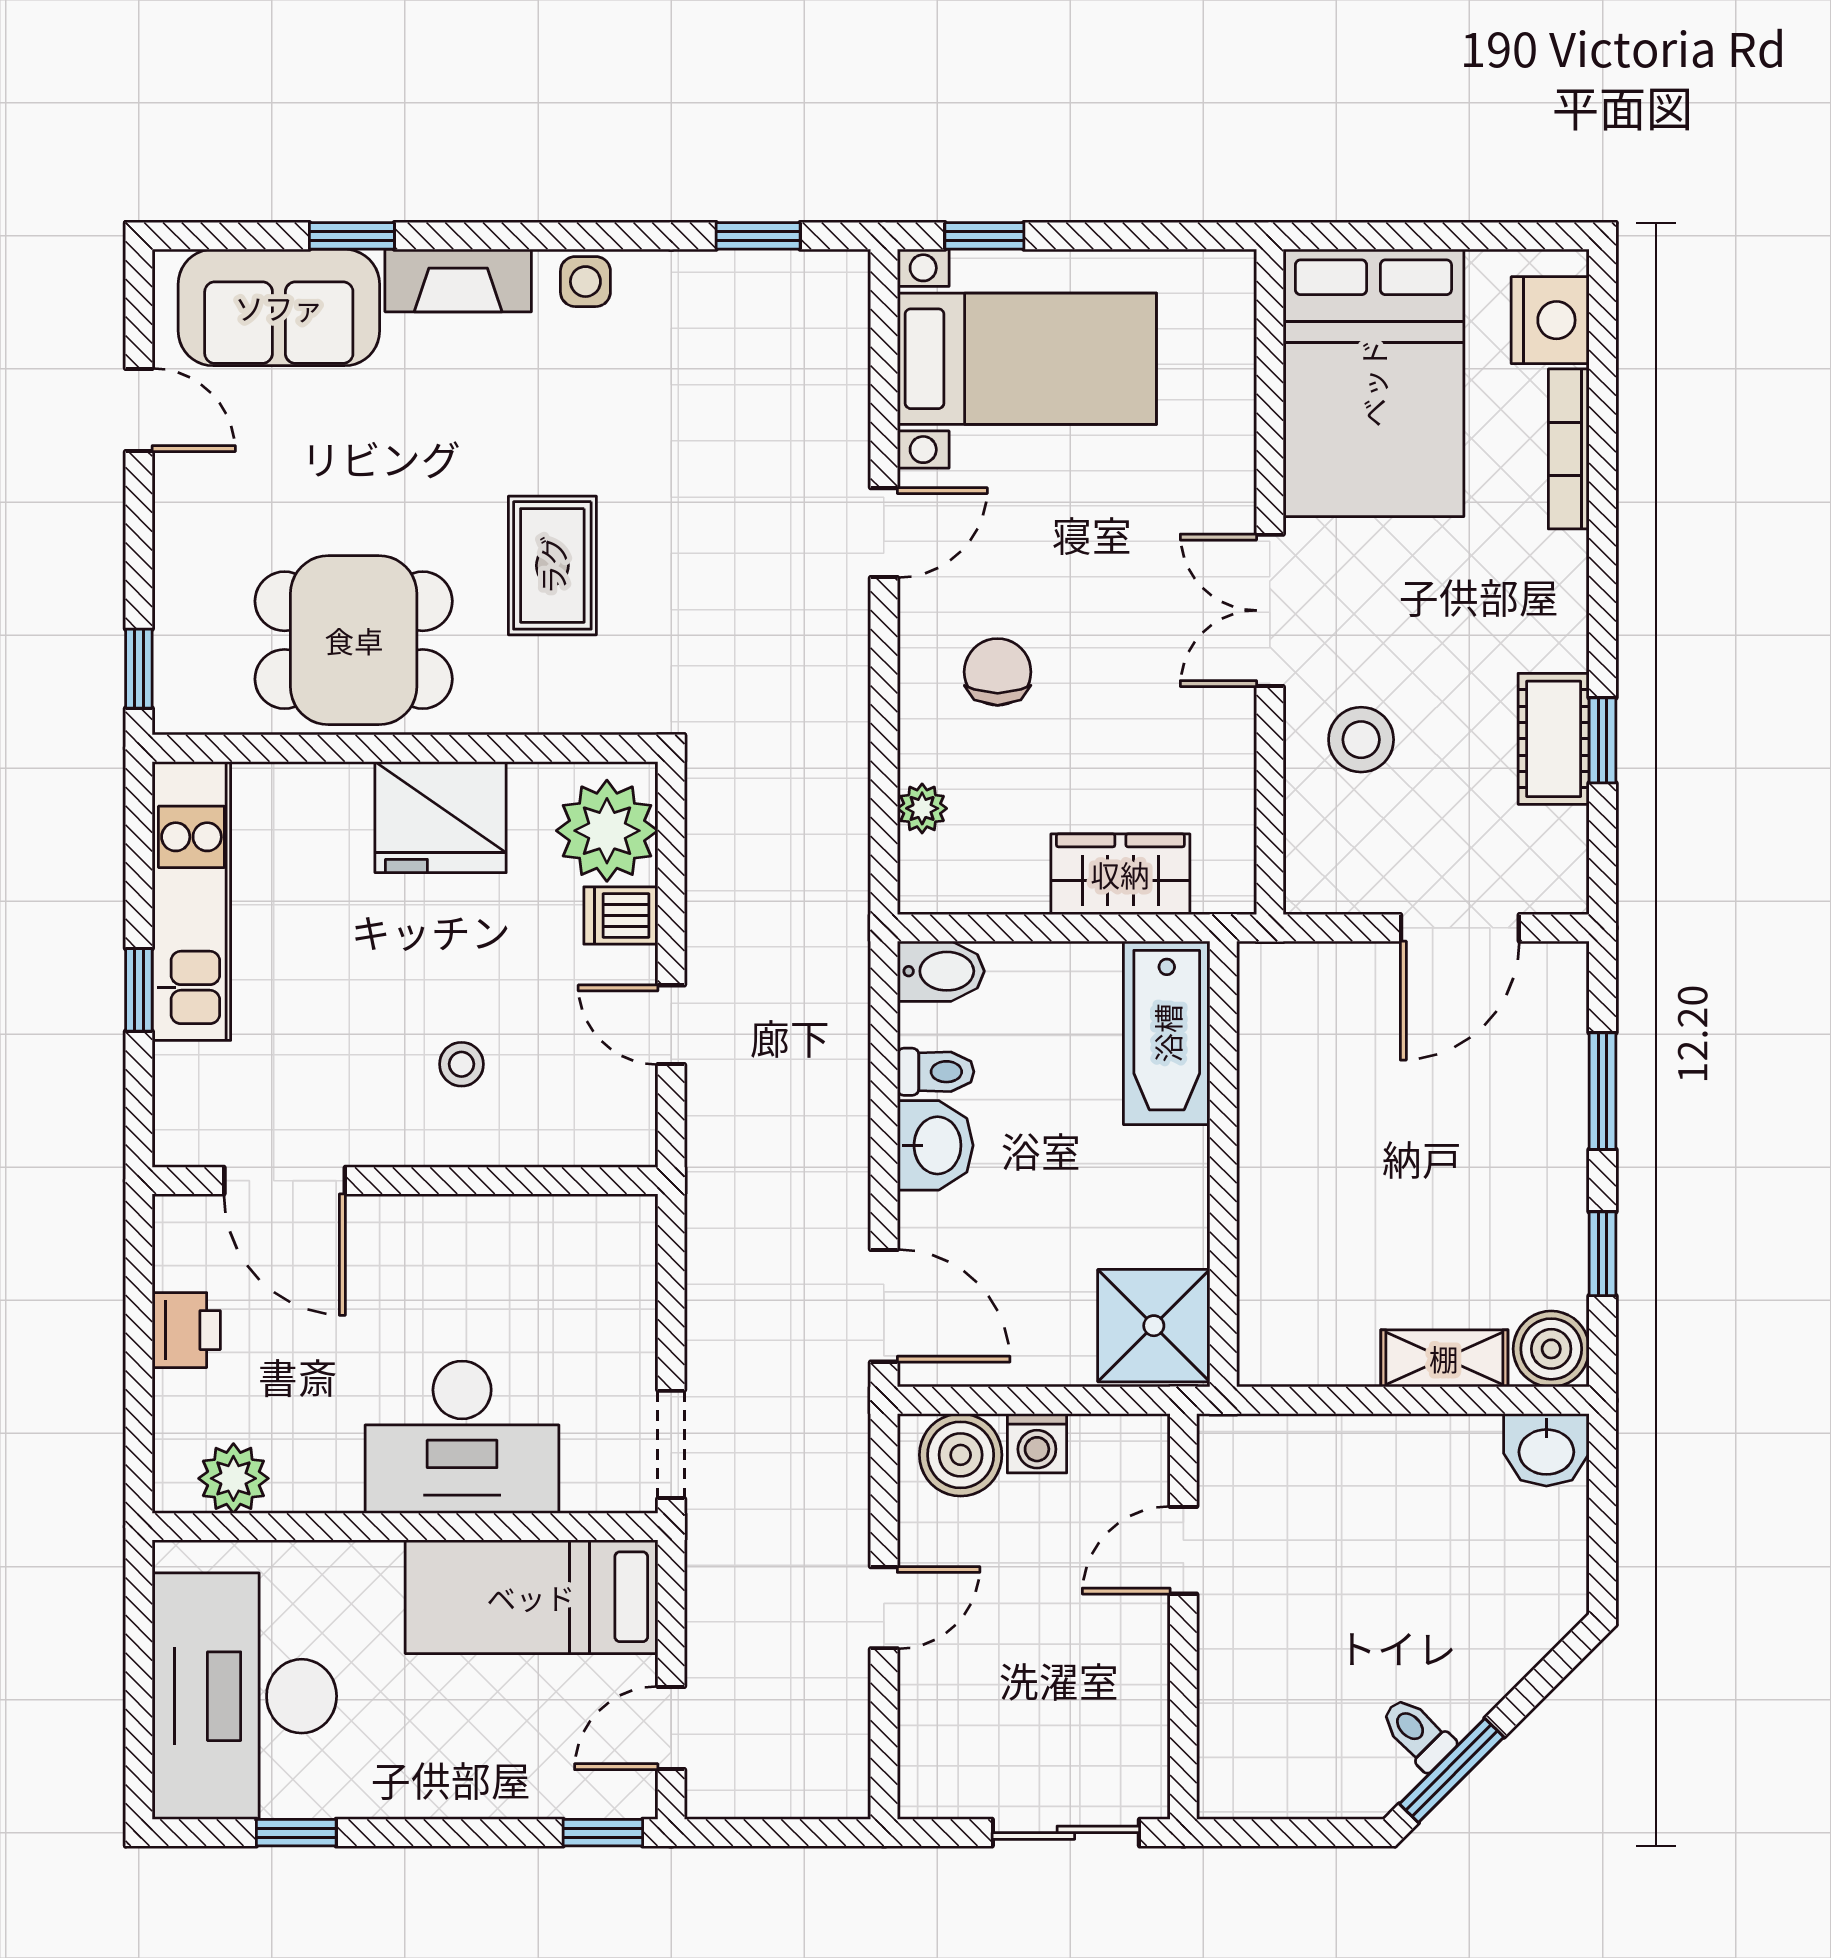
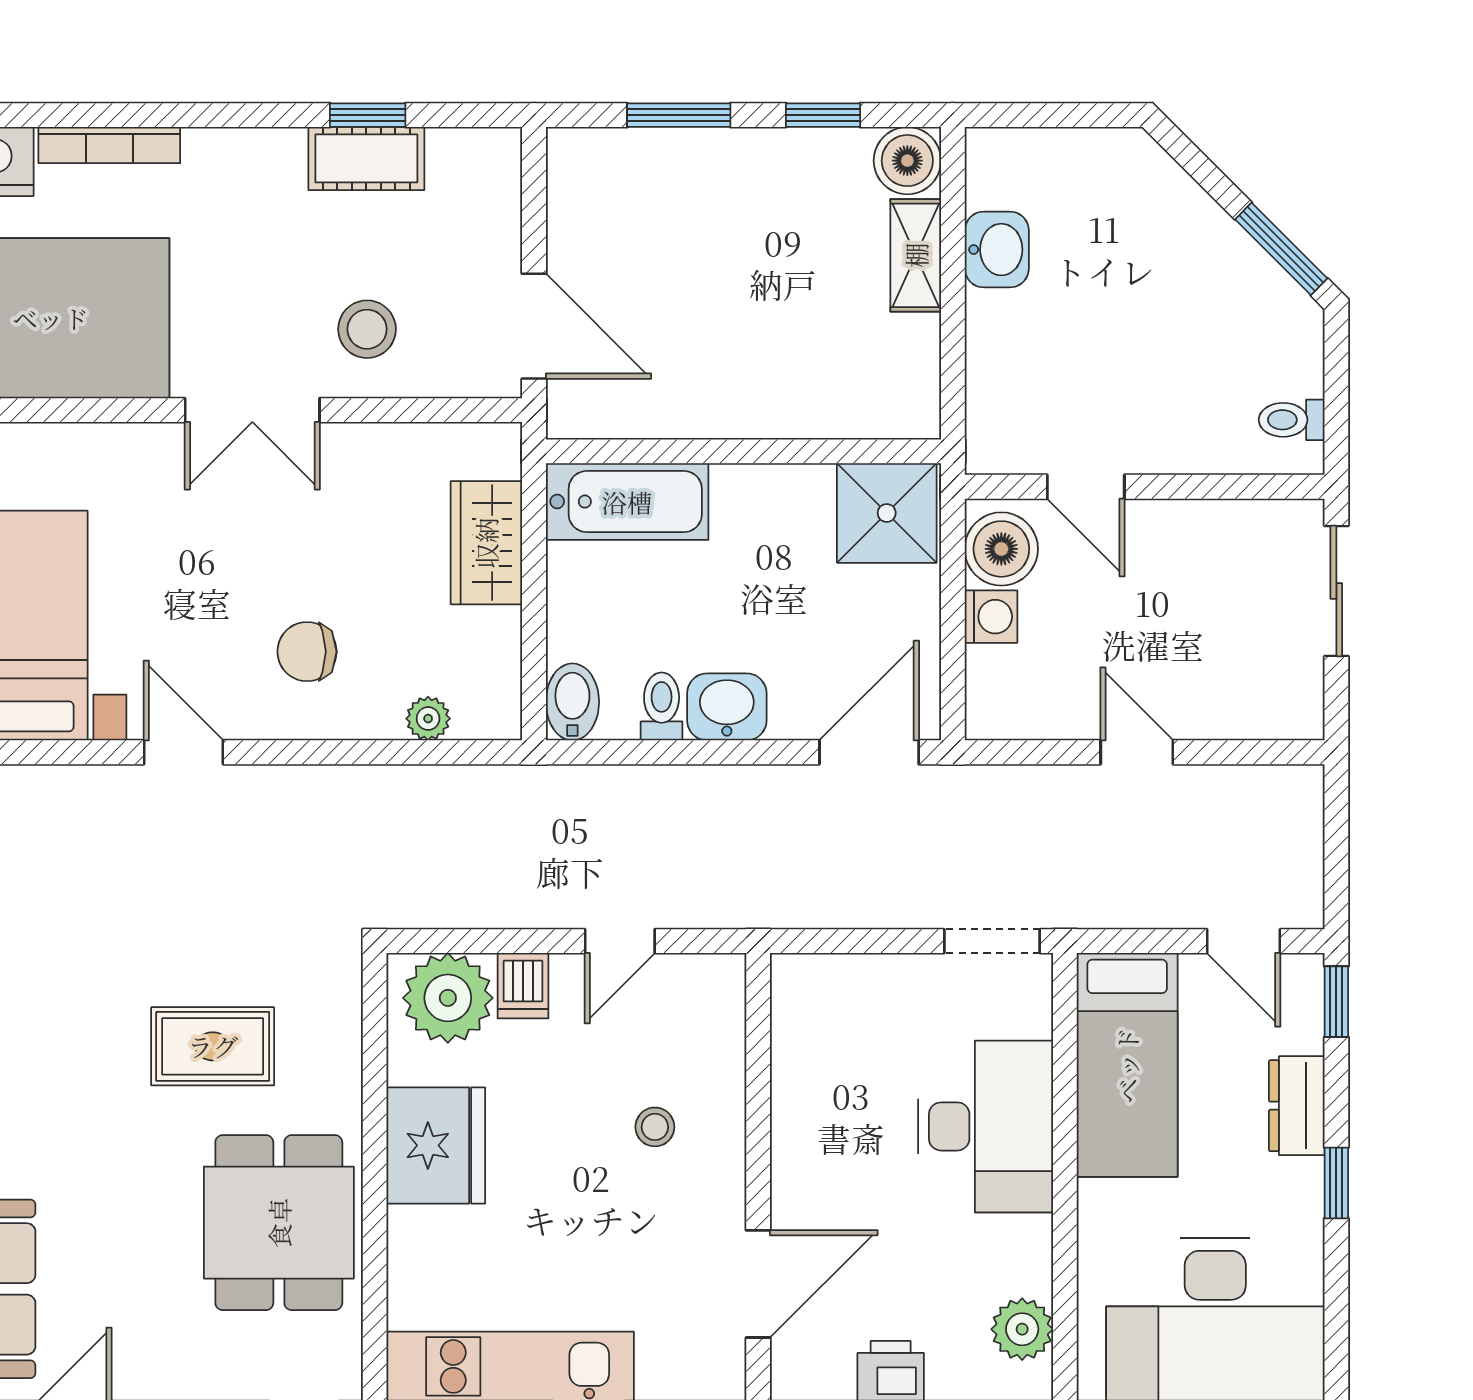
door: (1460, 928) -> (534, 326), moved
washbasin: (1546, 1450) -> (997, 250), moved
boiler: (961, 1455) -> (1001, 549), moved
toilet: (1417, 1733) -> (1292, 420), moved, turned 45
dresser: (485, 1788) -> (1297, 1106), added
window: (296, 1833) -> (1336, 1183), moved

